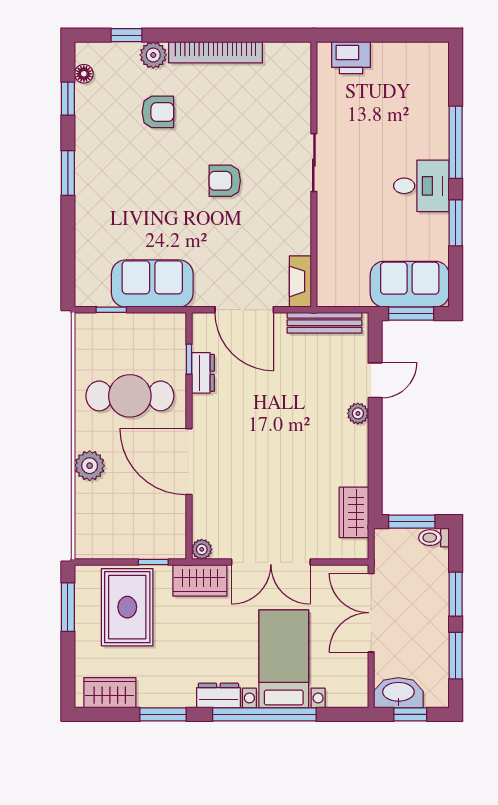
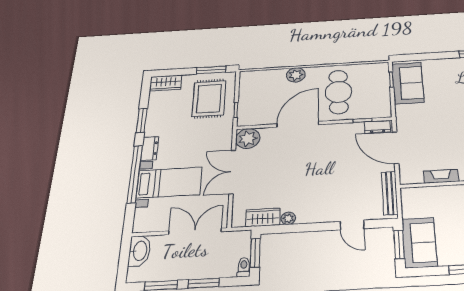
fireplace: (300, 281) -> (441, 176), moved
sofa: (152, 283) -> (408, 83), moved
door: (244, 310) -> (396, 148), hinge flipped
dresser: (203, 373) -> (377, 127), moved
plant: (358, 413) -> (288, 218), moved
plant: (202, 549) -> (248, 139), width x1.87, depth x1.87
wardrobe: (200, 580) -> (223, 134), removed
rug: (127, 607) -> (209, 99), turned 90
wardrobe: (110, 693) -> (166, 83), moved, turned 90
window: (410, 714) -> (124, 259), removed

